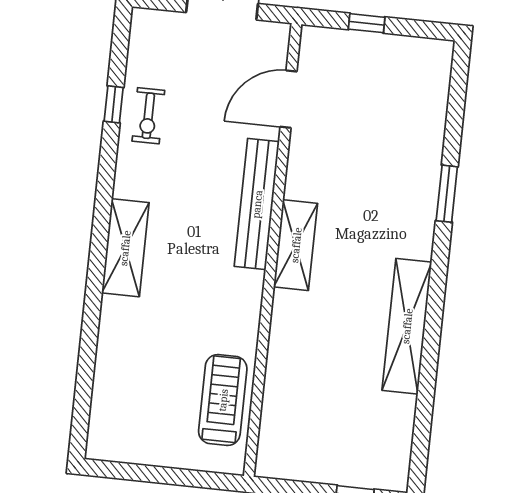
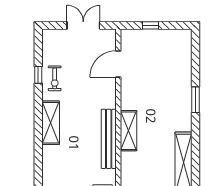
bench: (257, 204) -> (109, 139), moved
shelving: (125, 248) -> (51, 123), moved

